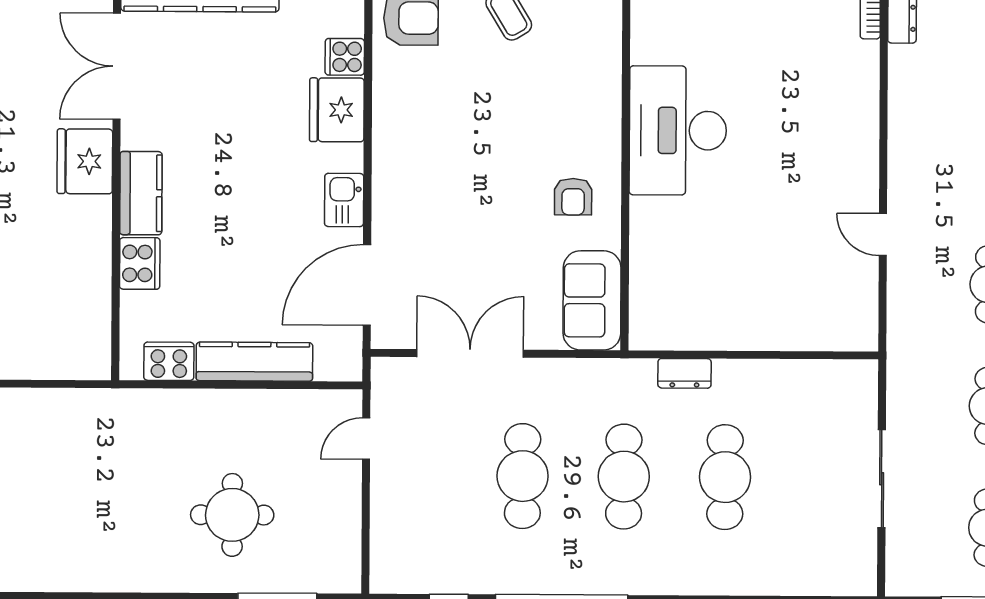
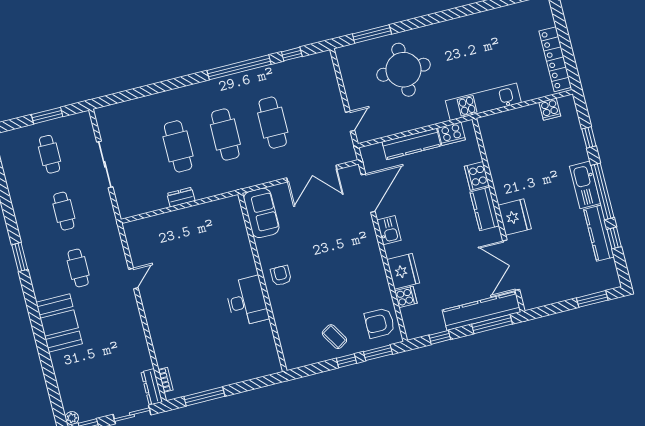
double door: (117, 66) -> (511, 265), swing flipped
desk: (678, 130) -> (247, 301), width x0.73, depth x0.77
armchair: (573, 197) -> (281, 276), moved
door: (883, 235) -> (133, 278), hinge flipped
dresser: (685, 373) -> (181, 197), moved
kitchen unit: (88, 409) -> (483, 102), added
round table: (232, 515) -> (403, 70), width x1.36, depth x1.36

